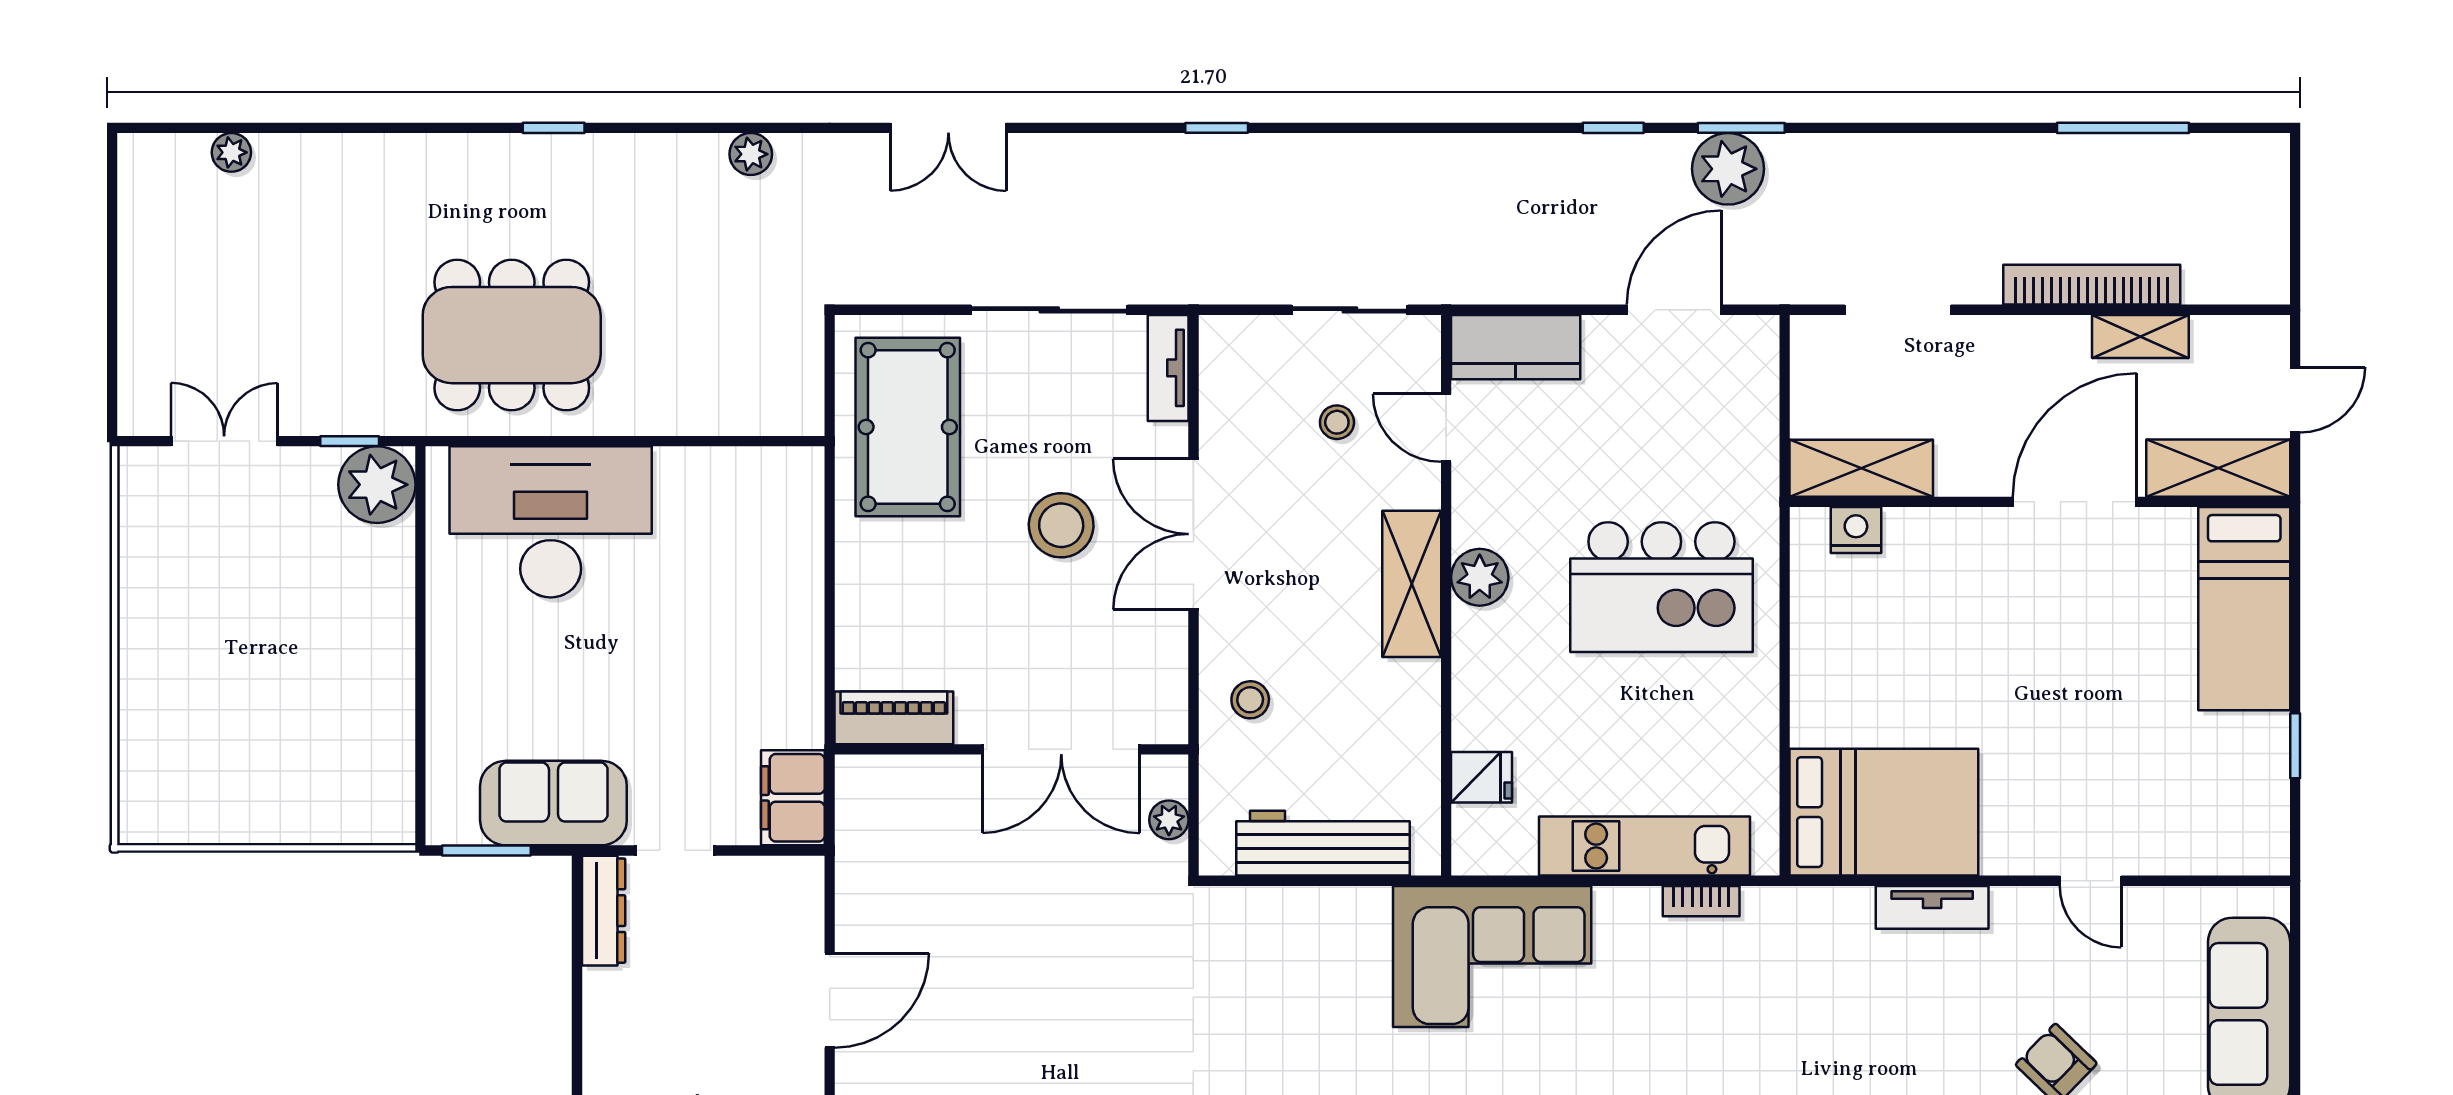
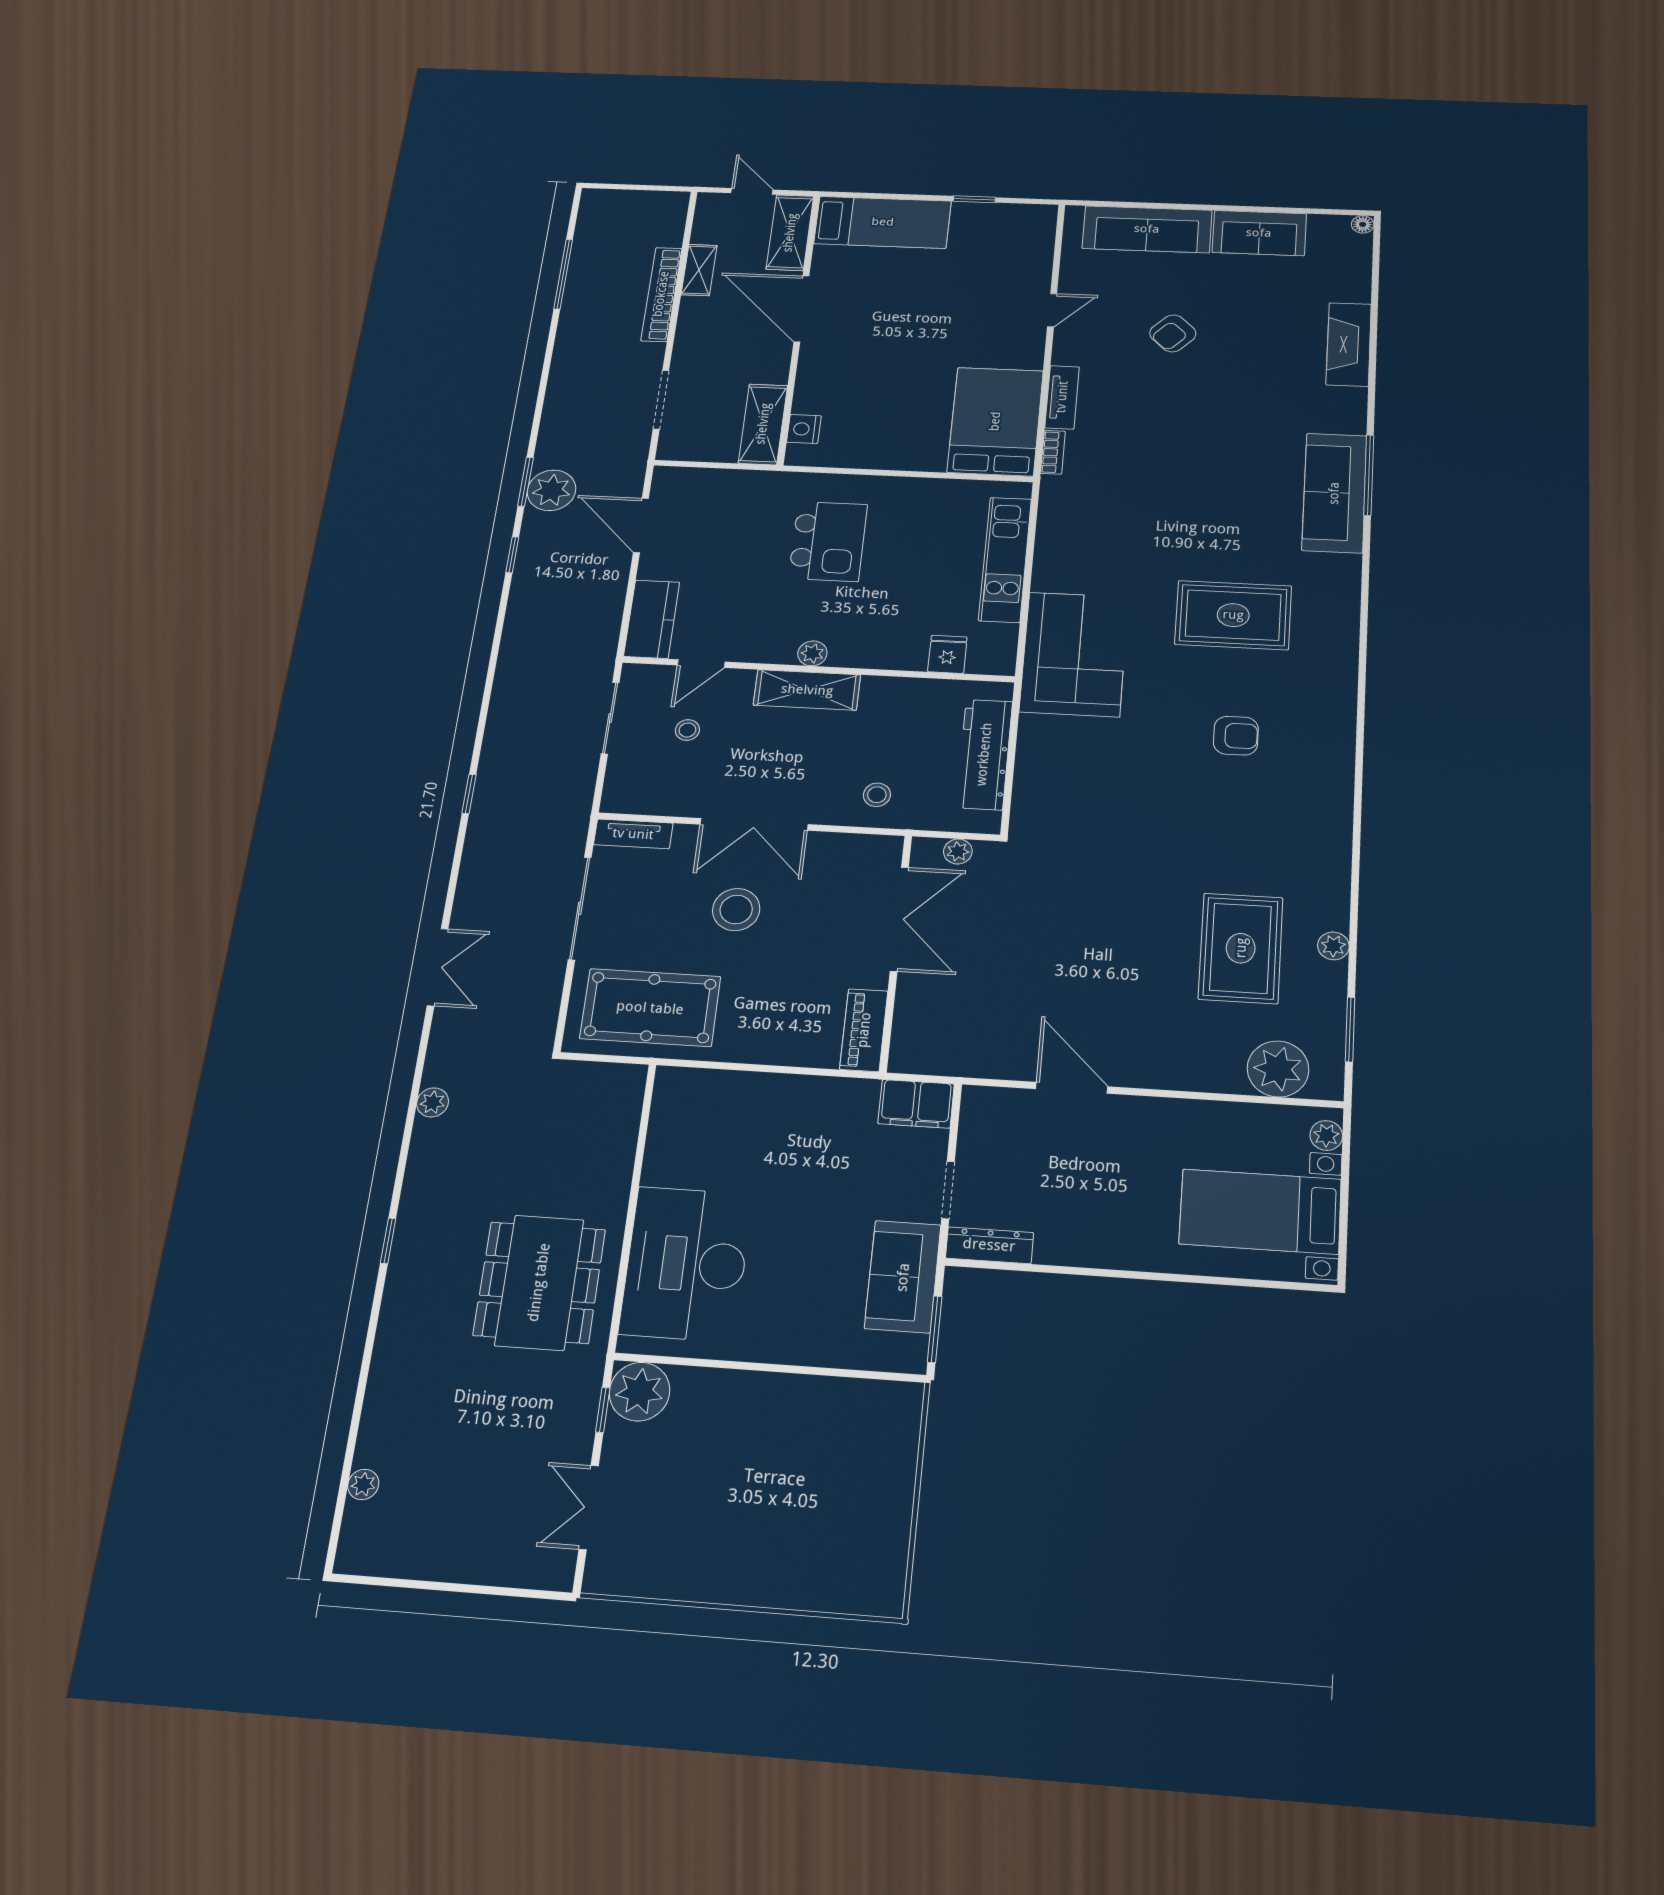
plant: (1480, 577) -> (812, 653), width x0.73, depth x0.73
kitchen island: (1661, 587) -> (828, 541), width x0.73, depth x0.78
bookcase: (1701, 901) -> (1053, 452), moved

